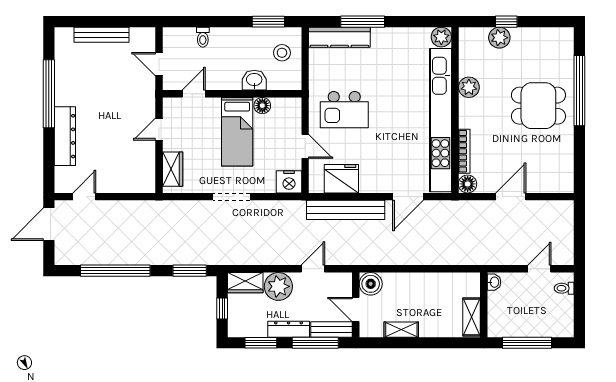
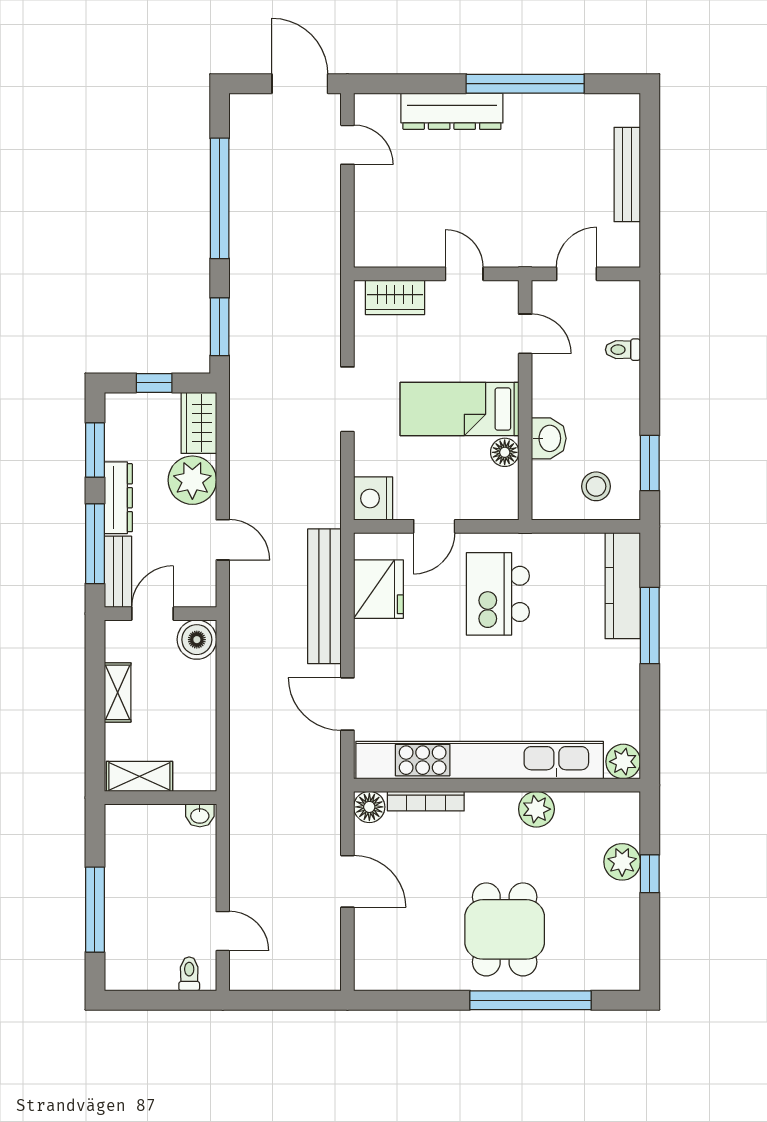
washbasin: (494, 282) -> (200, 815), moved
wall: (484, 305) -> (160, 798), moved
shelving: (472, 317) -> (139, 776), moved

